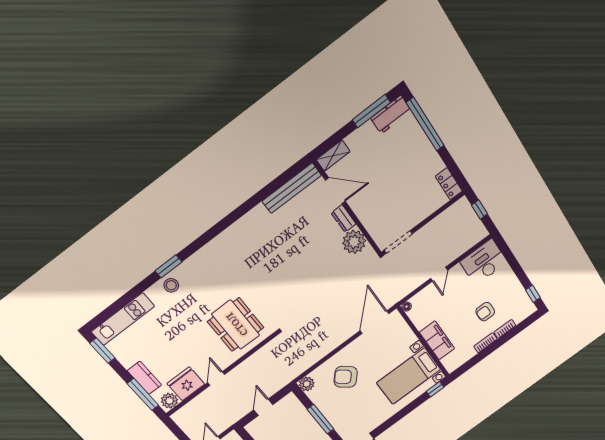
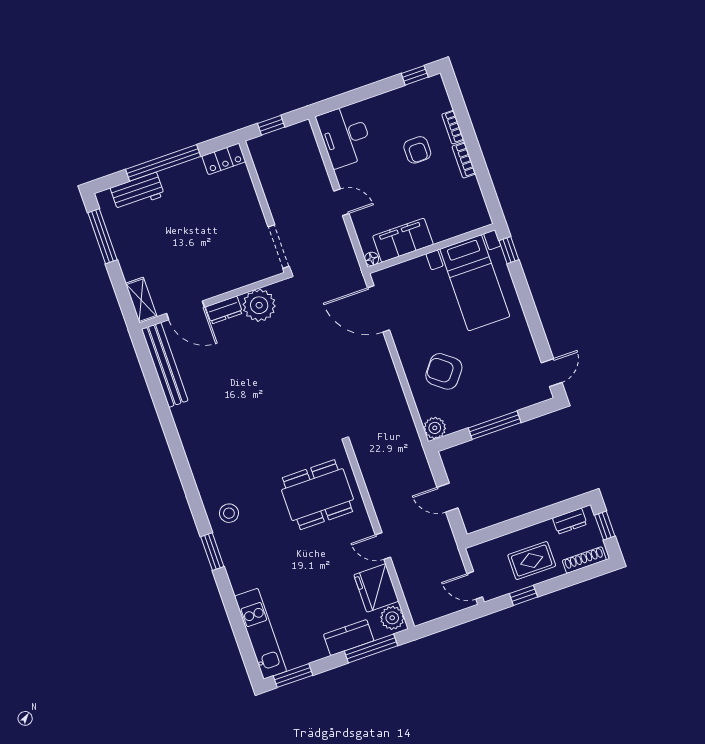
workbench: (391, 115) -> (137, 192), moved, turned 90
window: (425, 124) -> (163, 163), moved
door: (335, 191) -> (185, 310), swing flipped
stool: (171, 285) -> (229, 513), moved
filing cabinet: (437, 340) -> (403, 240), moved
armchair: (346, 377) -> (444, 371), turned 87

